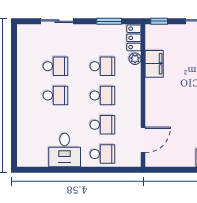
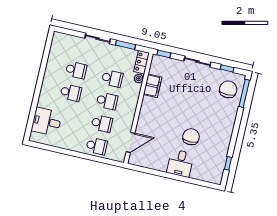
sliding door: (57, 21) -> (98, 39), moved
desk: (65, 150) -> (47, 122), moved, turned 90

